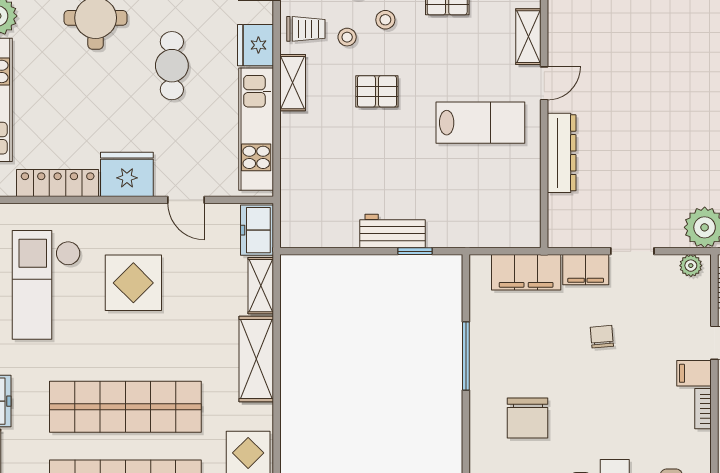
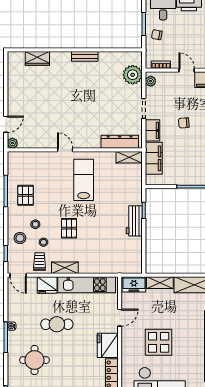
shelving: (528, 37) -> (129, 157), moved
dresser: (562, 153) -> (120, 142), moved

